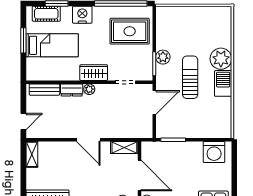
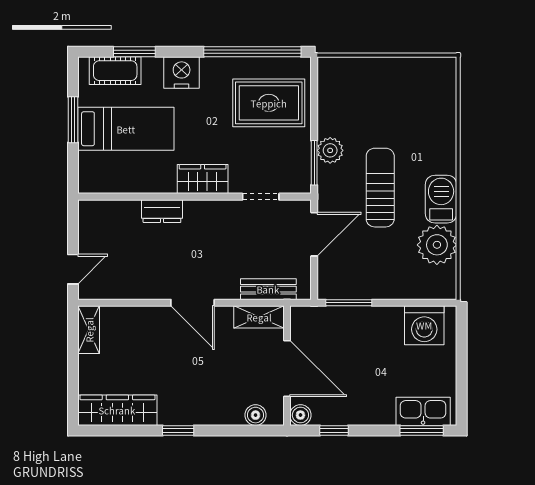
plant: (221, 59) -> (437, 245), moved
plant: (89, 89) -> (194, 210), removed
bench: (44, 90) -> (268, 289), moved

